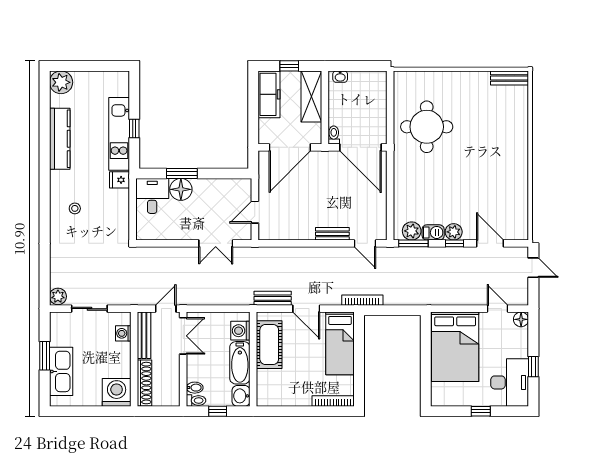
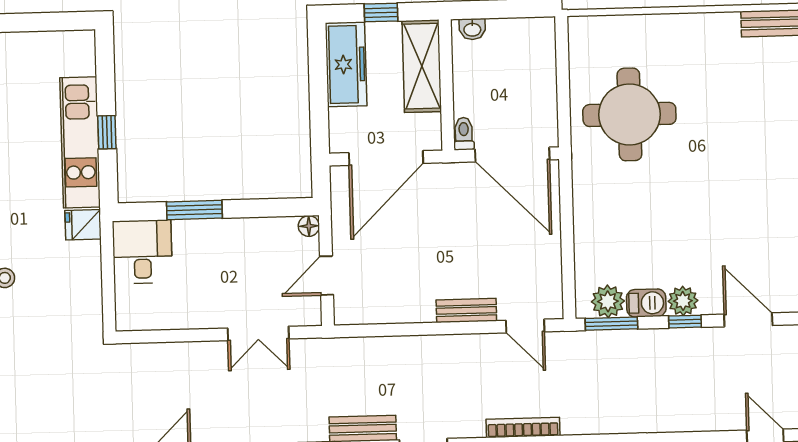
floor lamp: (181, 189) -> (309, 226), moved, width x0.53, depth x0.53

